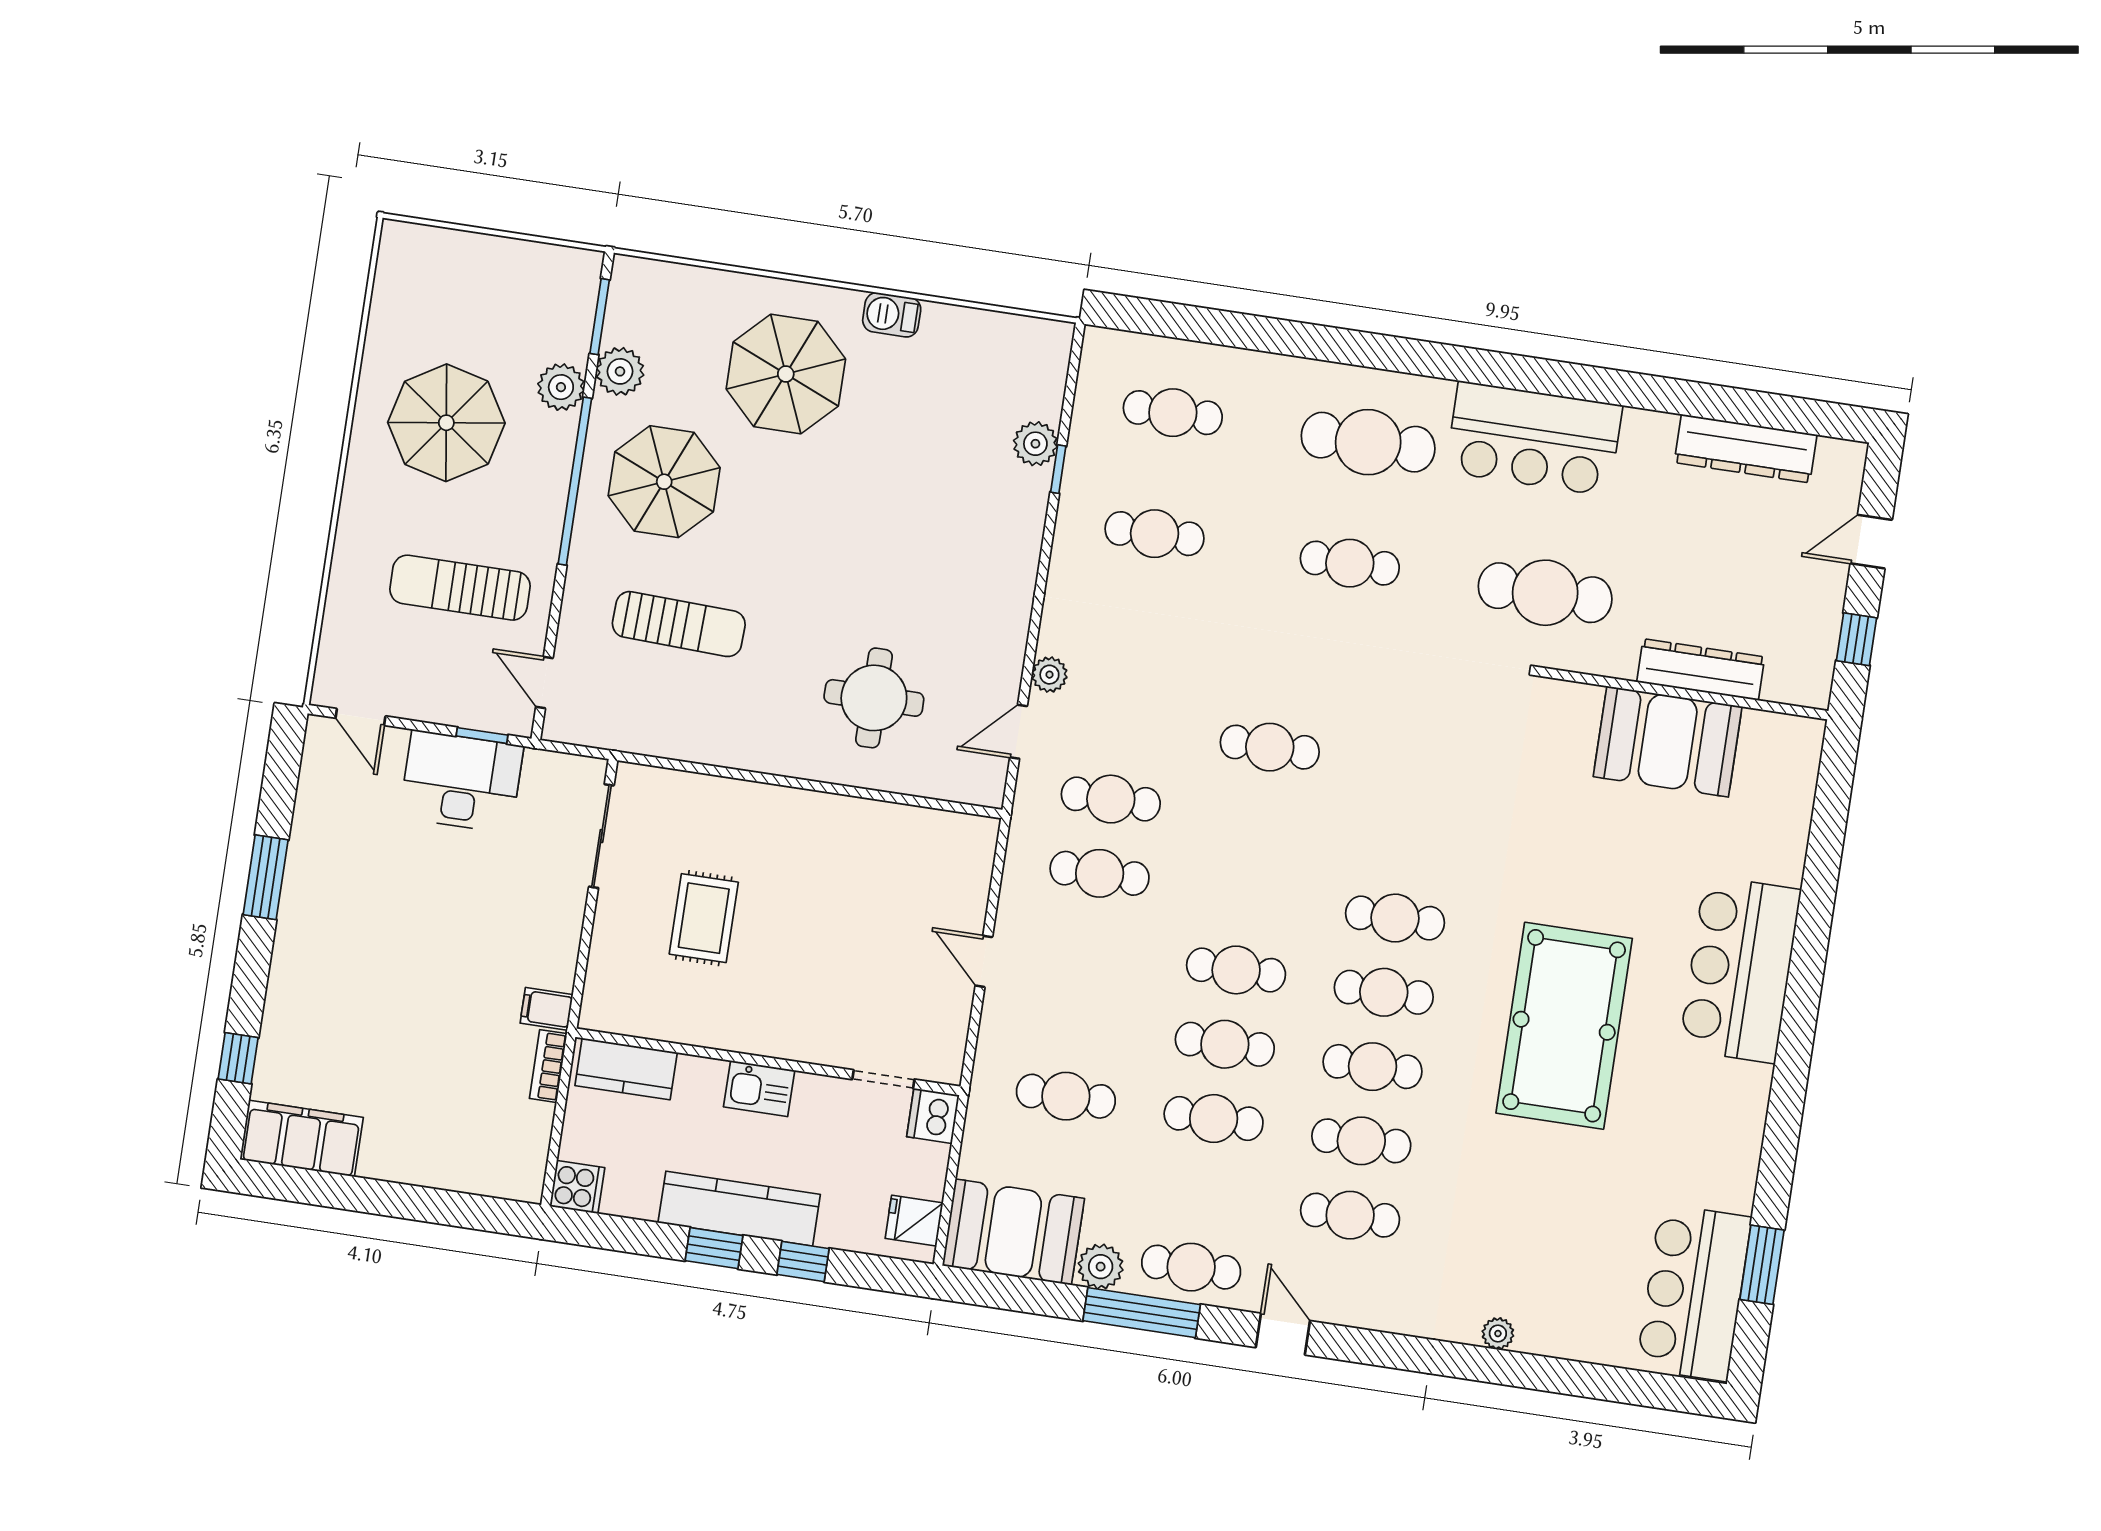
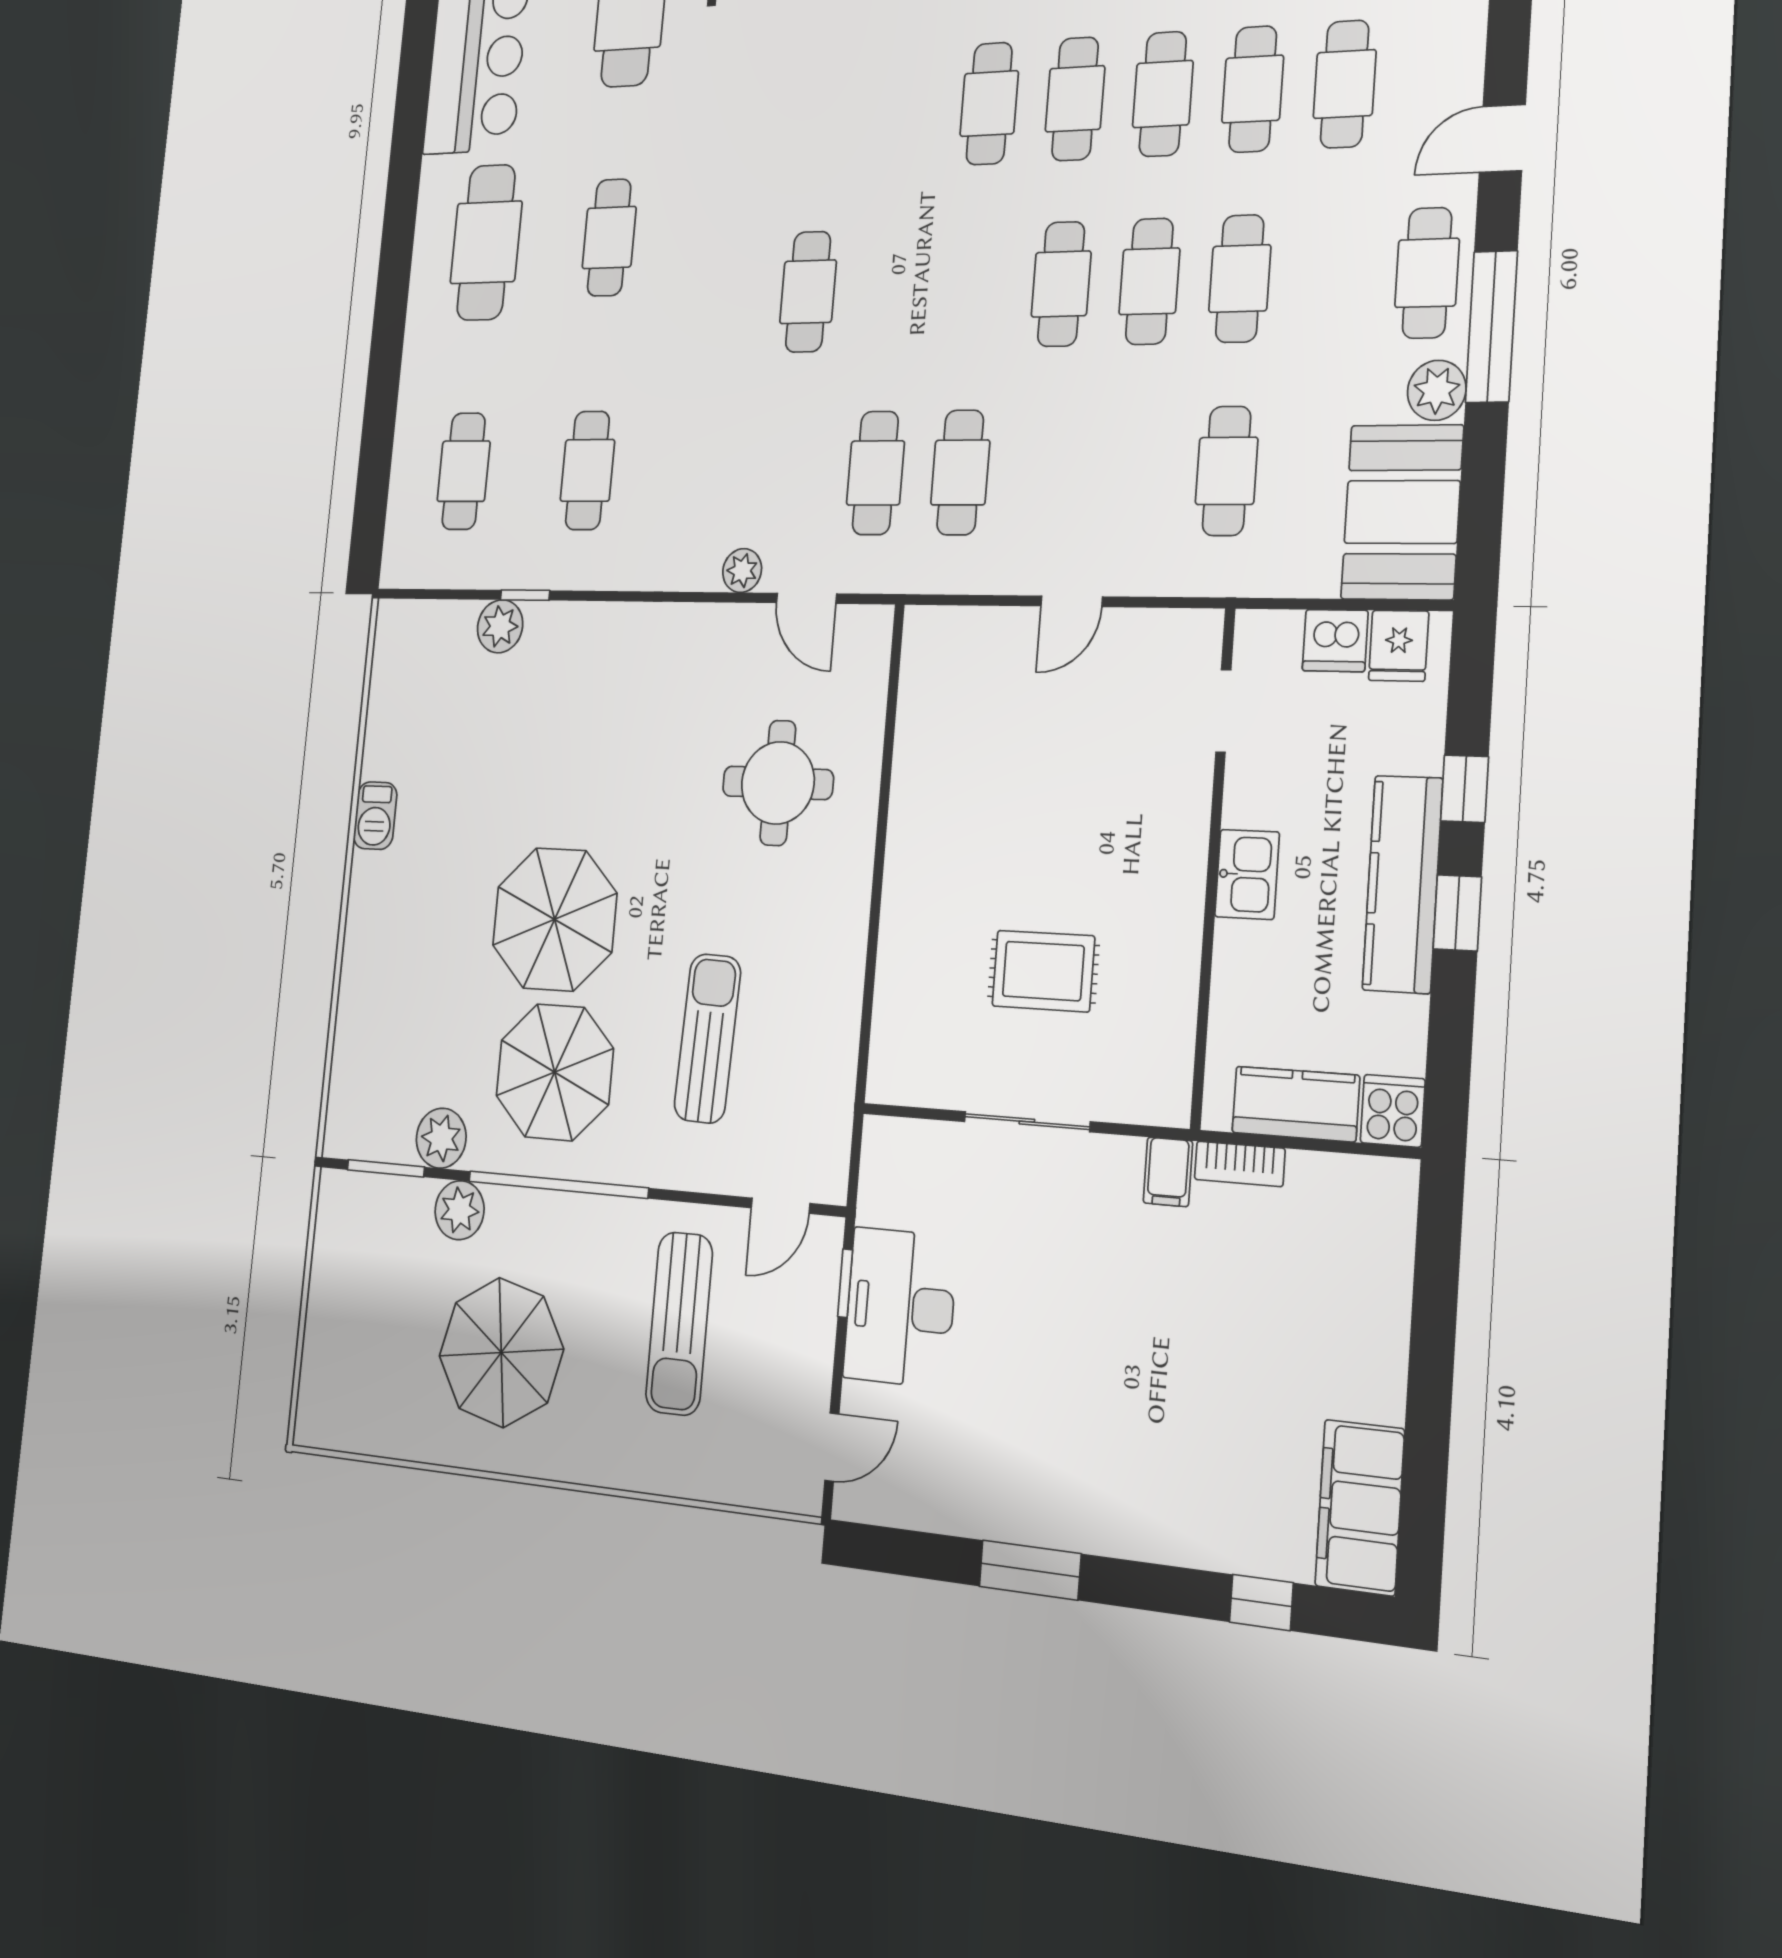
parasol: (786, 374) -> (555, 919), moved
sliding door: (601, 836) -> (1027, 1122), moved
kitchen counter: (626, 1069) -> (1296, 1104), moved, turned -90
dishwasher: (933, 1116) -> (1335, 641), moved

